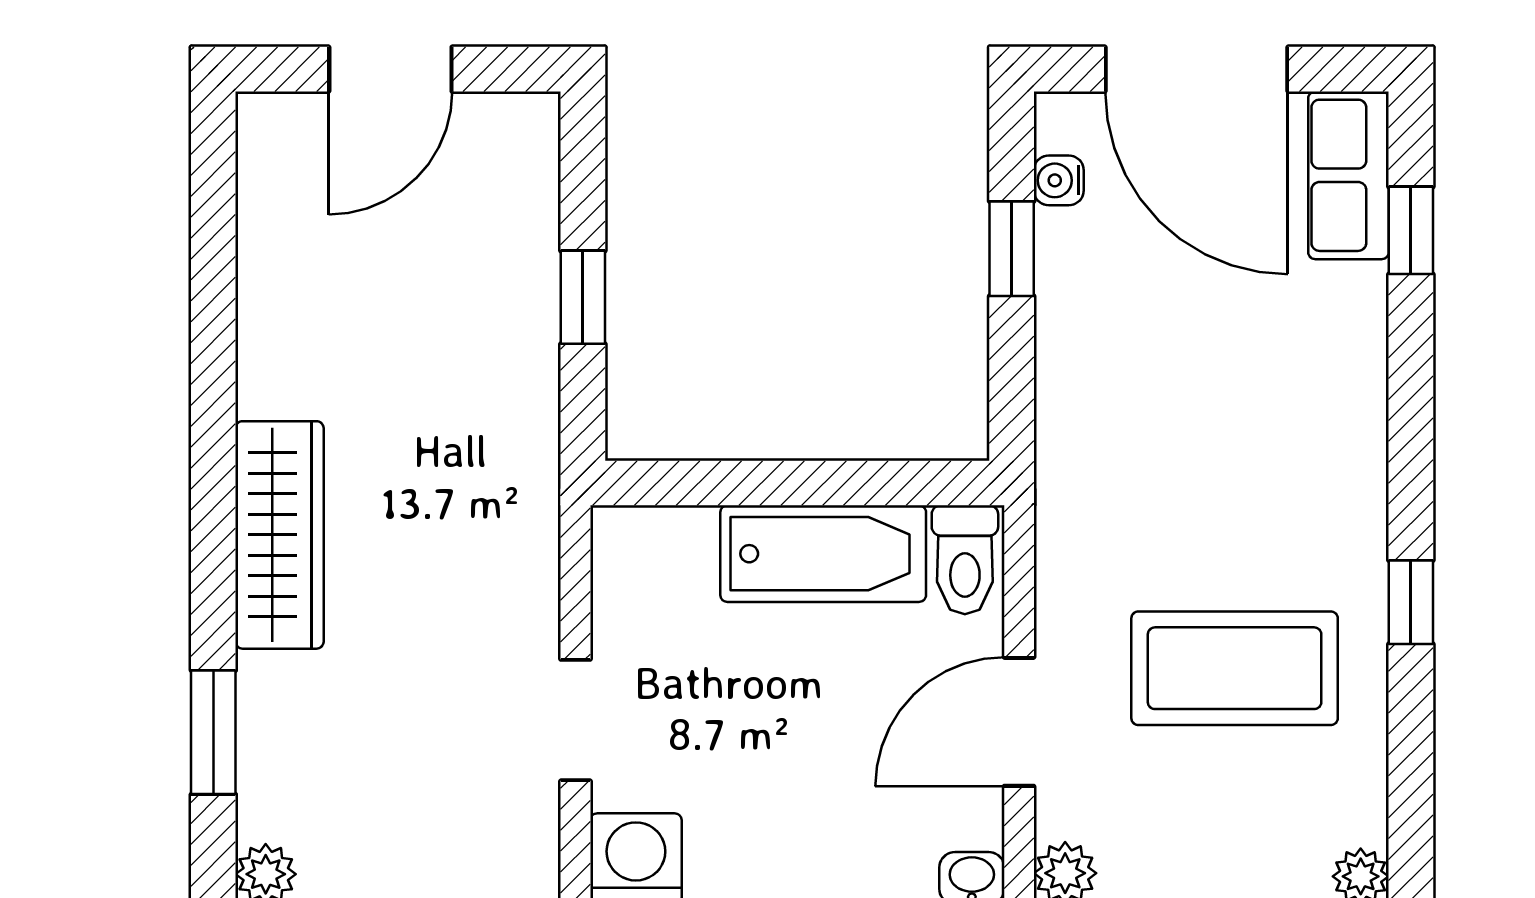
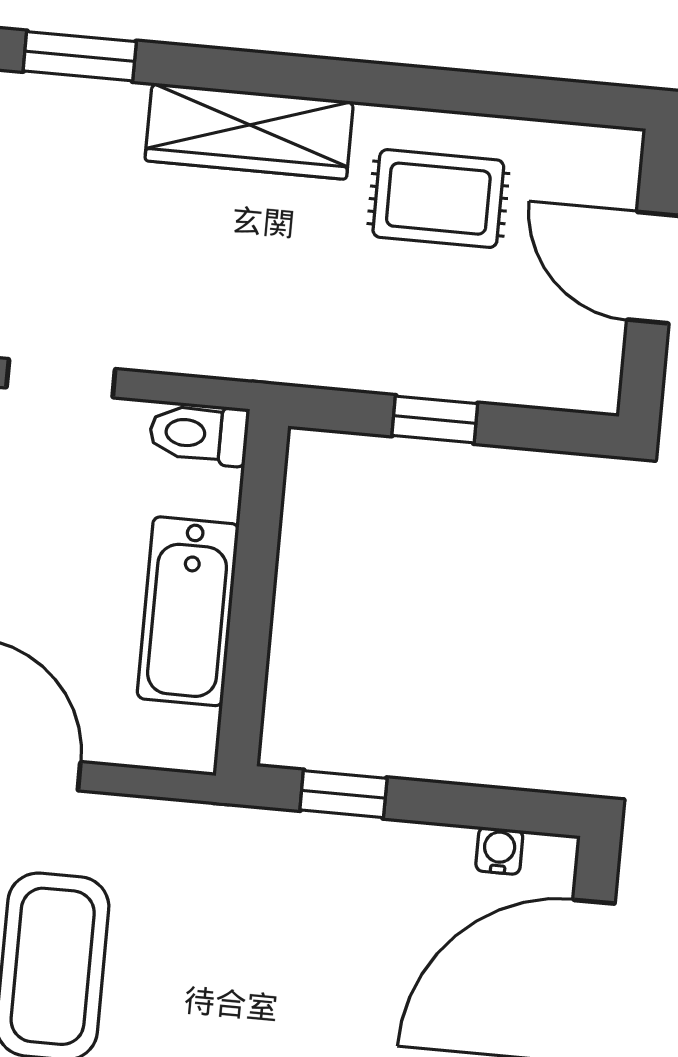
window: (1012, 249) -> (343, 794), moved
rug: (335, 316) -> (438, 199), added
toilet: (965, 560) -> (199, 434), moved

